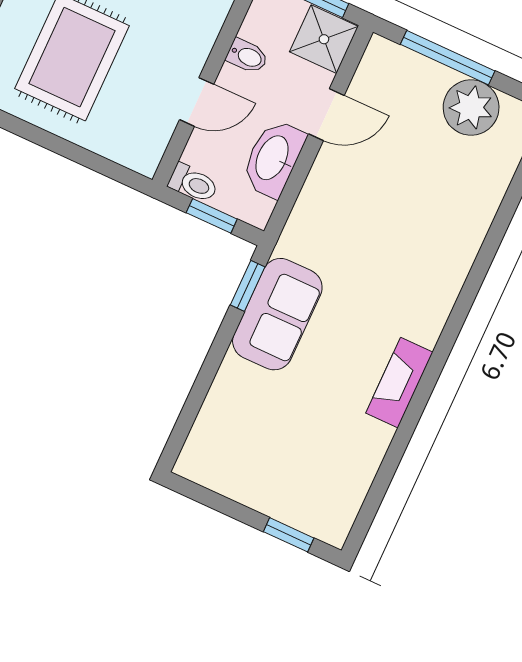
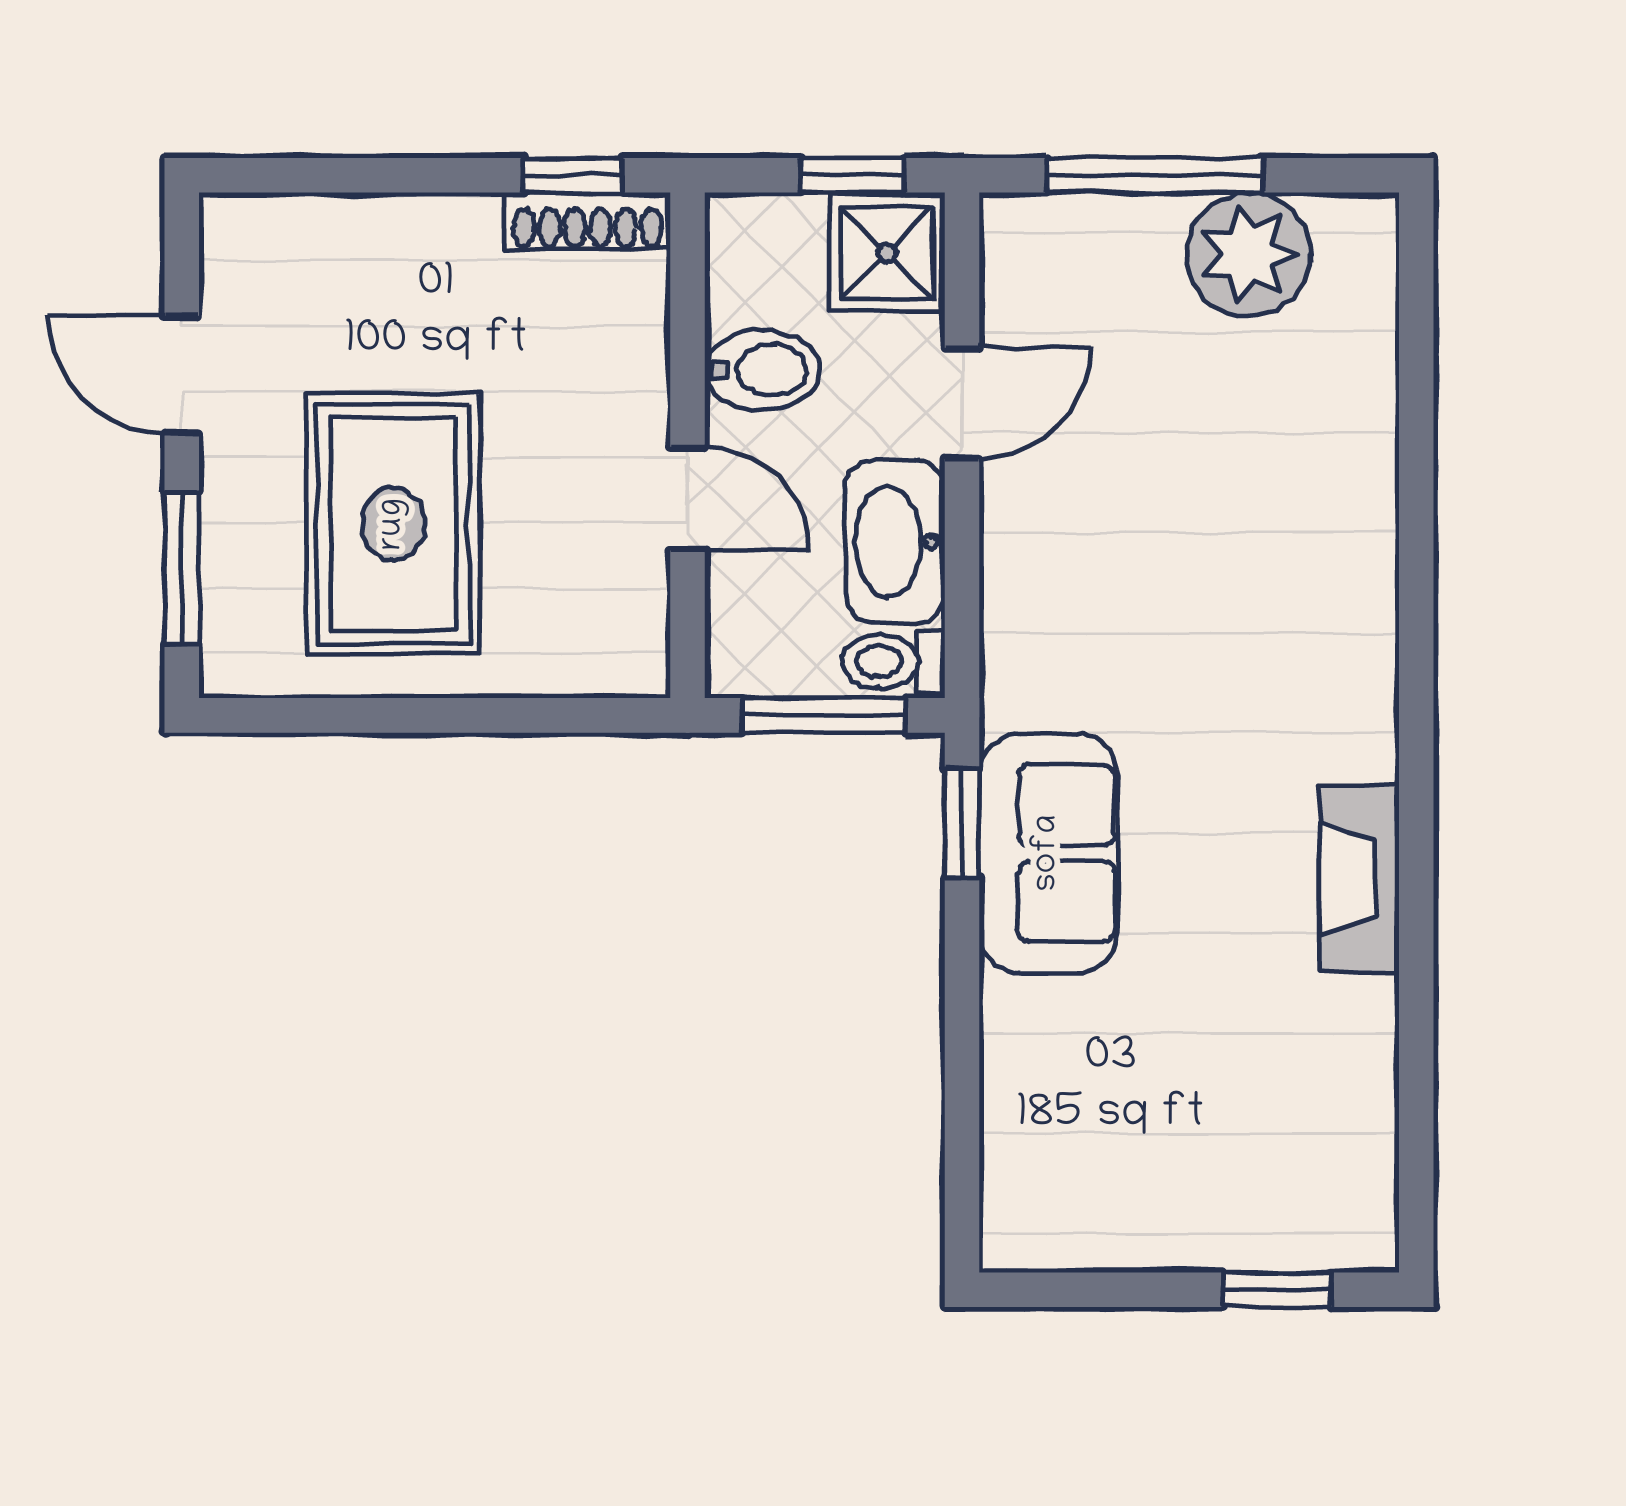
bidet: (247, 56) -> (763, 370), width x1.38, depth x1.36
door: (197, 102) -> (688, 499), hinge flipped
toilet: (193, 183) -> (894, 661), moved, turned 180
window: (212, 216) -> (824, 715), width x1.50

